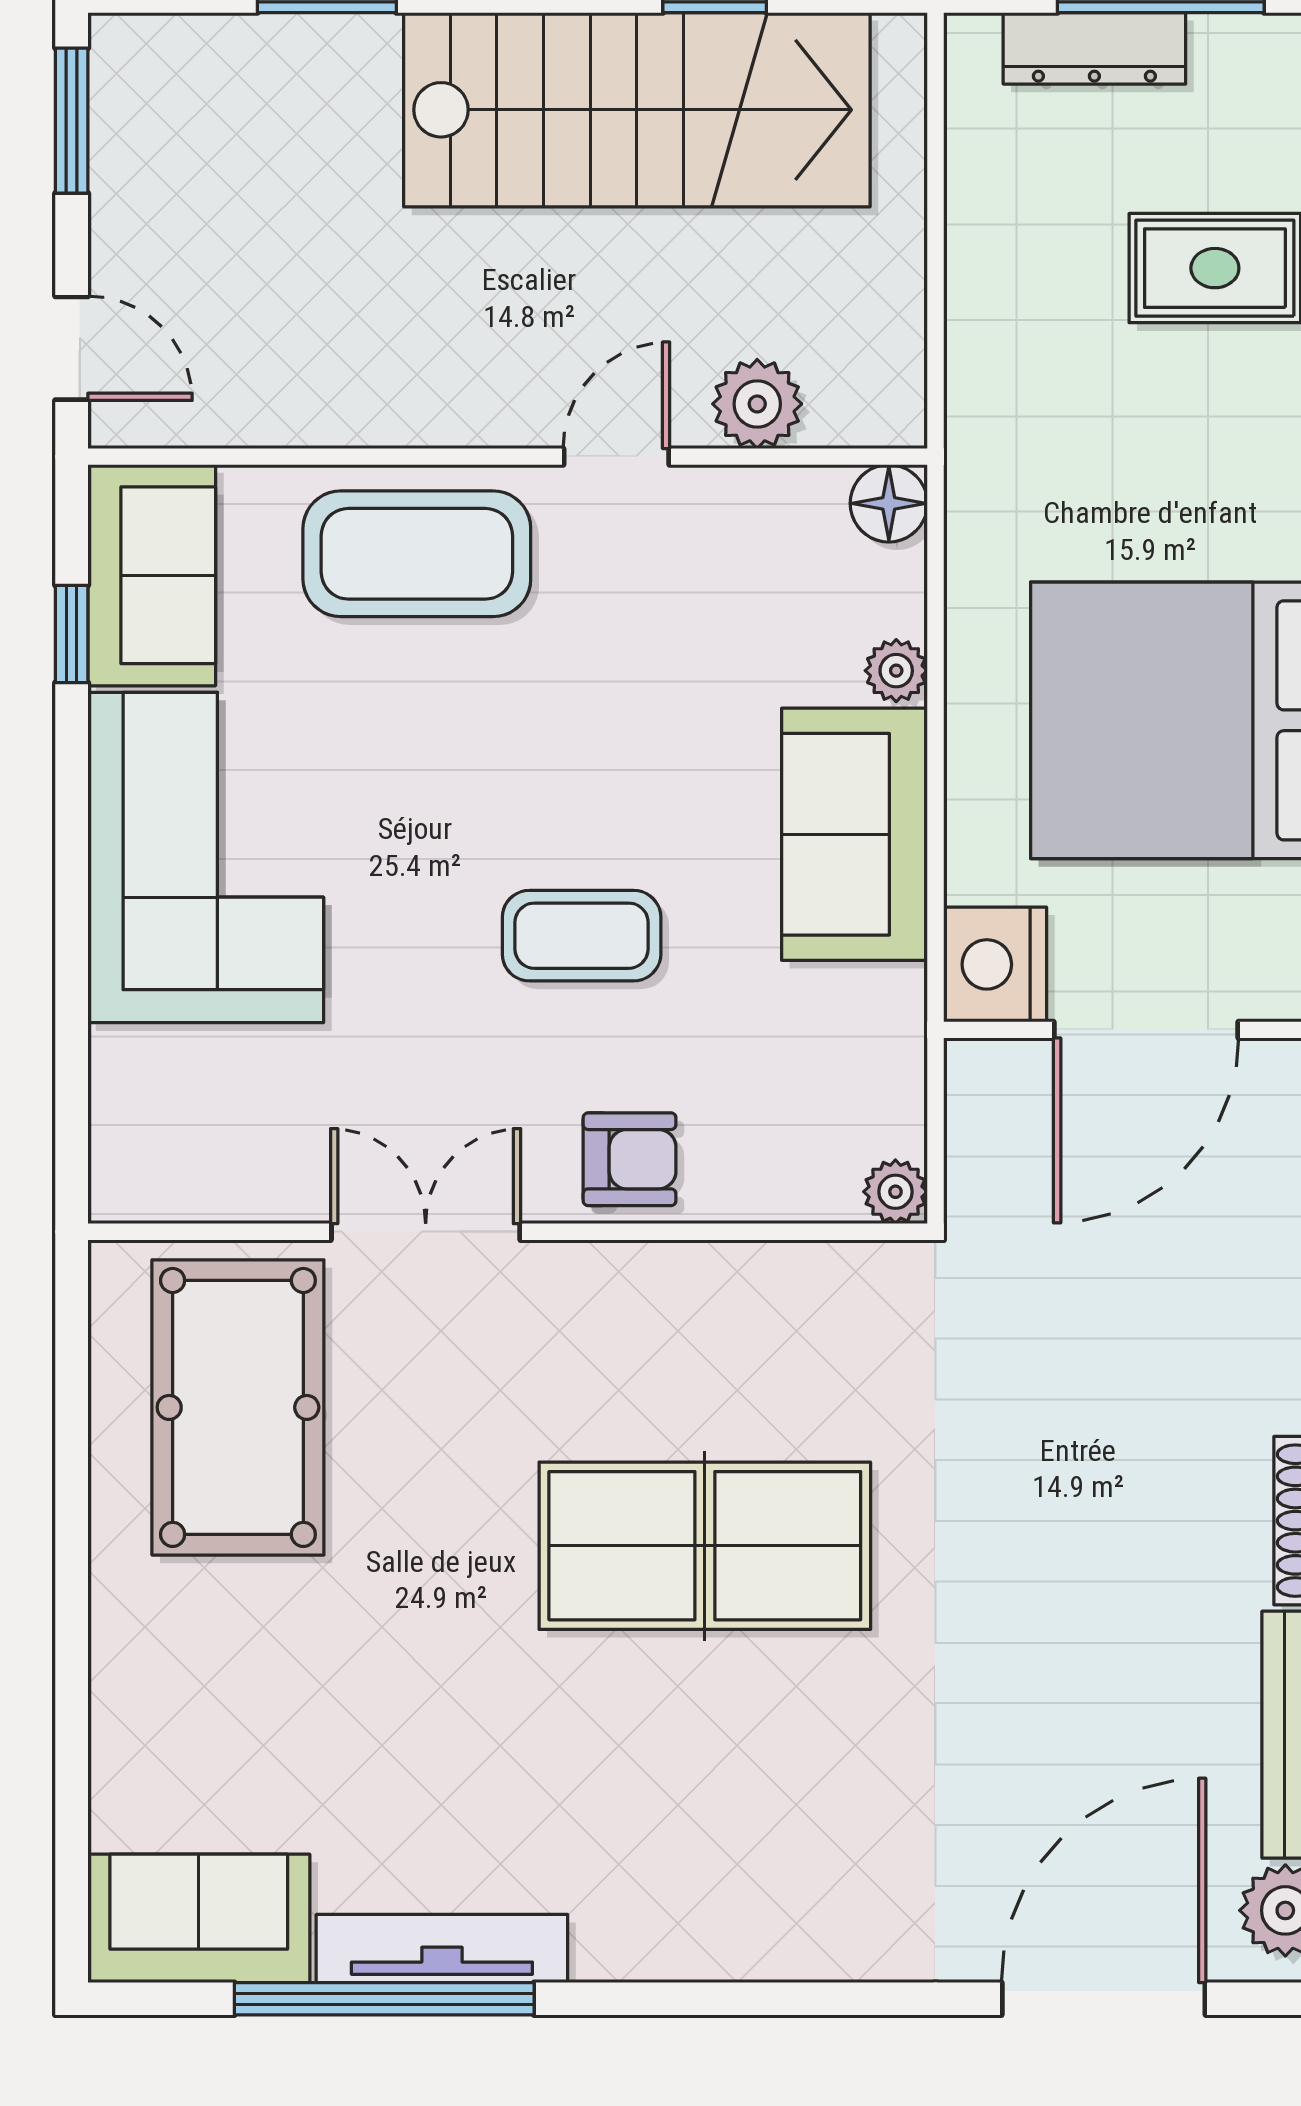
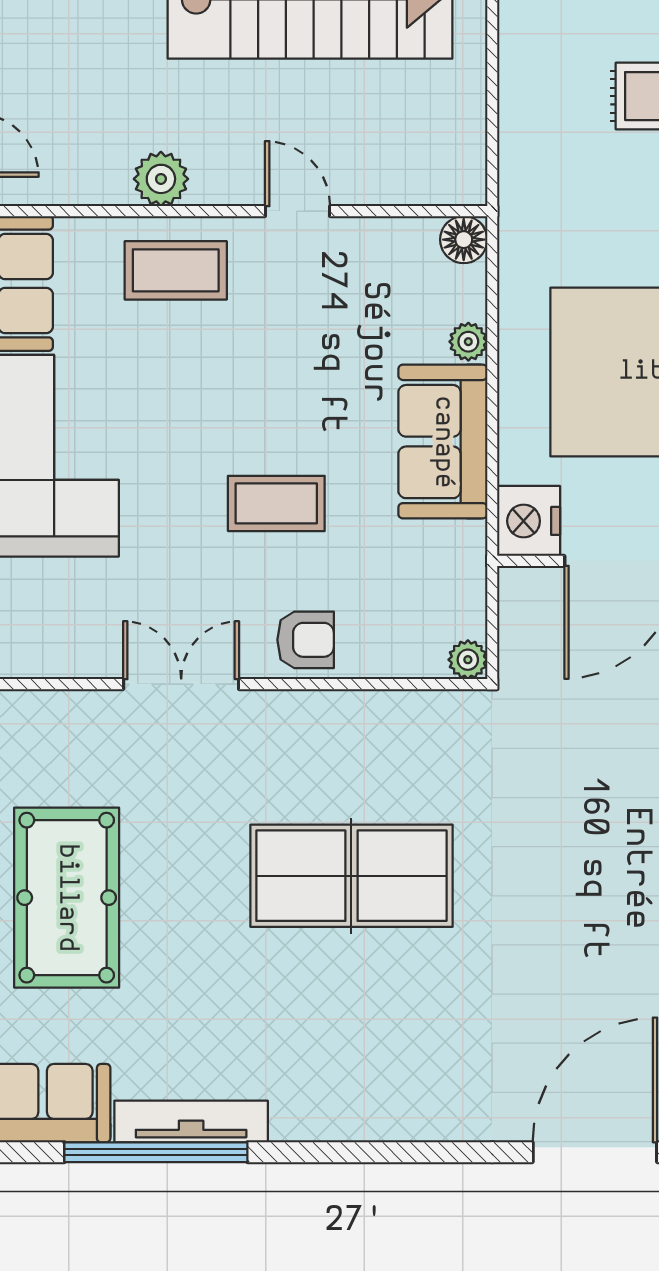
plant: (757, 404) -> (161, 179), moved
door: (616, 457) -> (297, 211), hinge flipped
coffee table: (417, 554) -> (176, 270), width x0.73, depth x0.76
pool table: (238, 1407) -> (67, 898), moved

